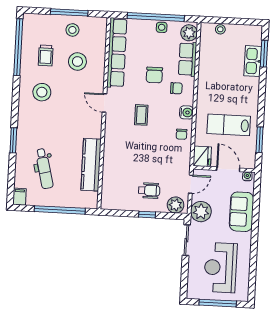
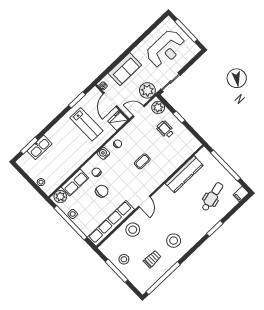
stool: (77, 62) -> (133, 230), moved
coffee table: (141, 115) -> (142, 161), moved

